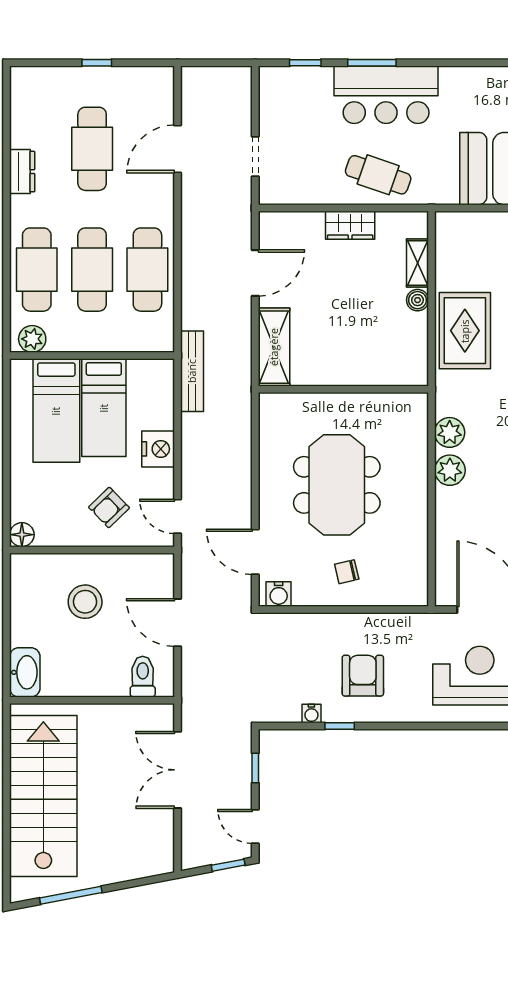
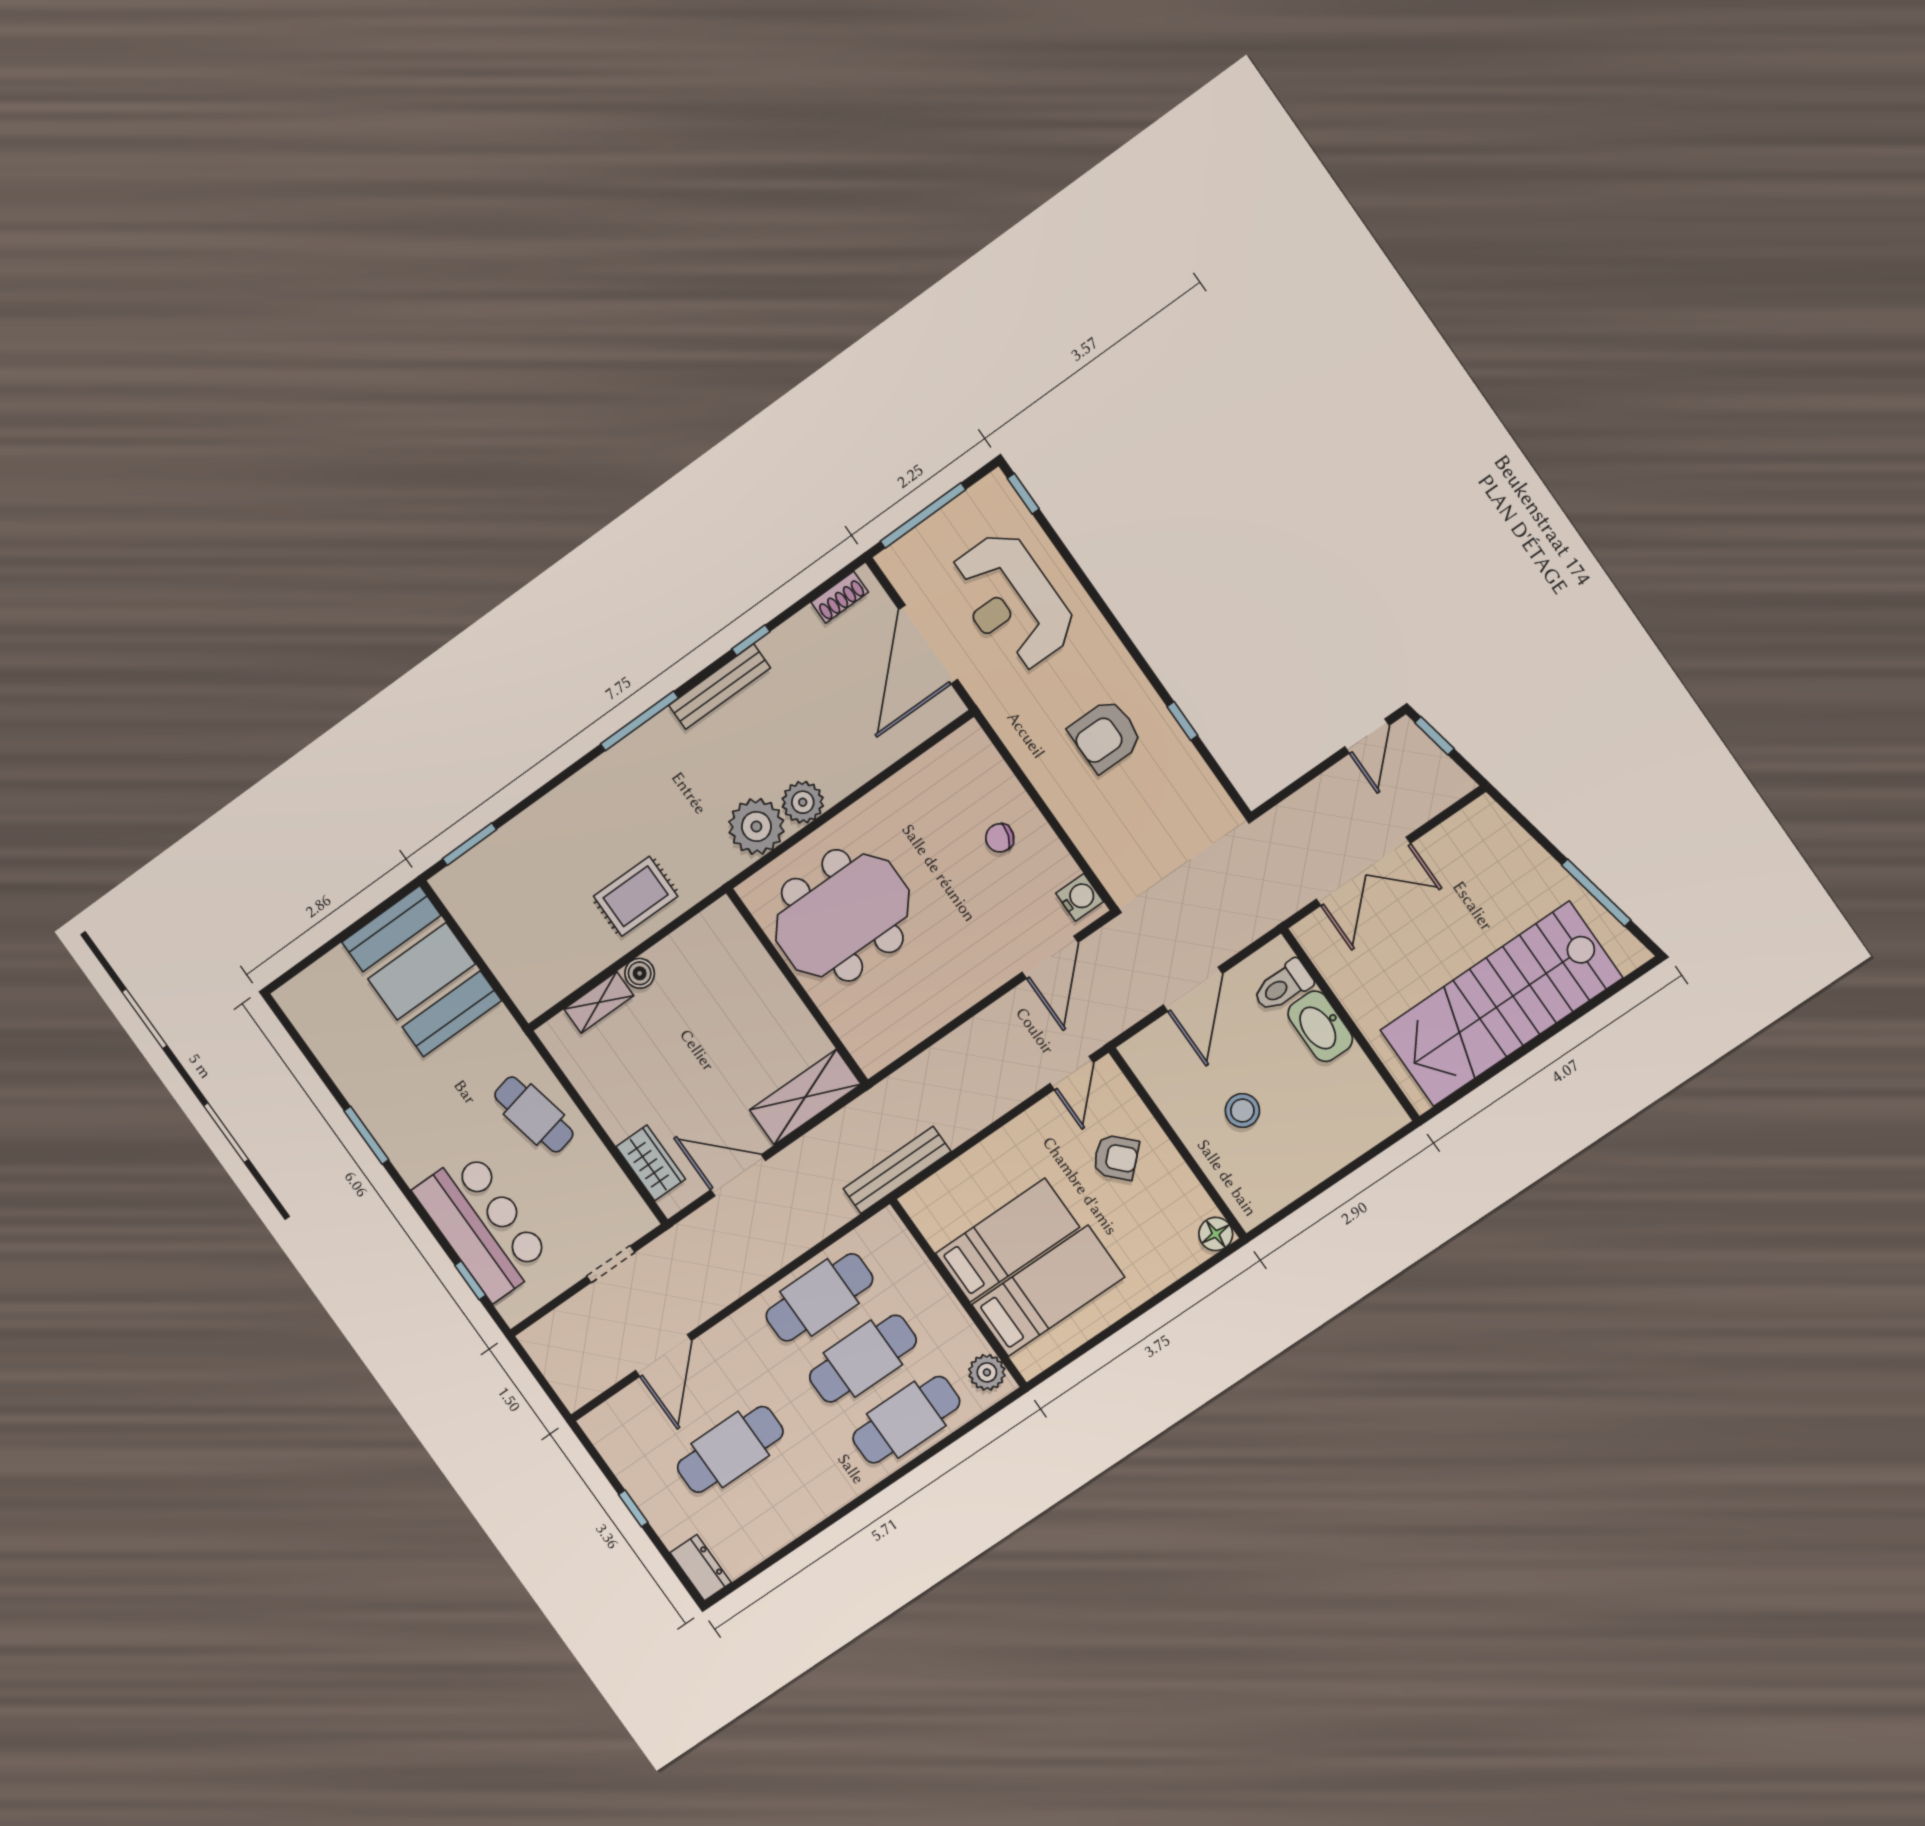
window: (372, 63) -> (366, 1135), moved
bar counter: (386, 95) -> (483, 1226), moved
door: (178, 149) -> (663, 1356), hinge flipped
dresser: (22, 172) -> (701, 1568), moved, turned 90
cafe table: (378, 175) -> (534, 1115), turned -31
wardrobe: (350, 225) -> (651, 1163), moved
rug: (465, 331) -> (636, 896), width x0.73, depth x0.70
plant: (450, 432) -> (756, 827), width x1.36, depth x1.36
nightstand: (158, 449) -> (1011, 1148), removed
meeting table: (337, 485) -> (842, 915), moved
chair: (347, 572) -> (1000, 838), turned 122
stool: (85, 602) -> (1242, 1111), width x0.73, depth x0.73
washbasin: (25, 672) -> (1320, 1026), moved, turned -90
water cooler: (311, 714) -> (1191, 764), removed
window: (255, 768) -> (1299, 784), removed

